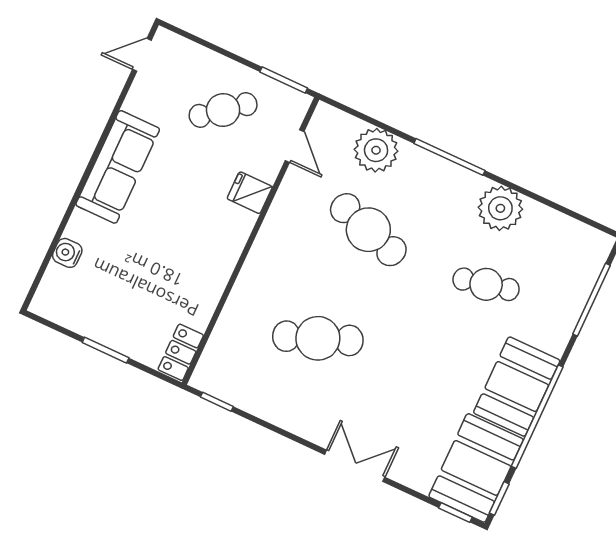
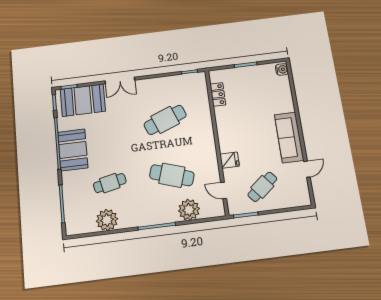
door: (142, 55) -> (307, 169), moved
plant: (500, 208) -> (107, 220), moved
water cooler: (67, 253) -> (282, 69), moved
locker: (181, 352) -> (218, 94), moved
booth: (476, 468) -> (83, 100), moved, turned 90

